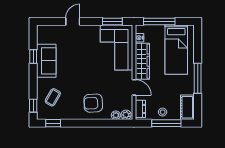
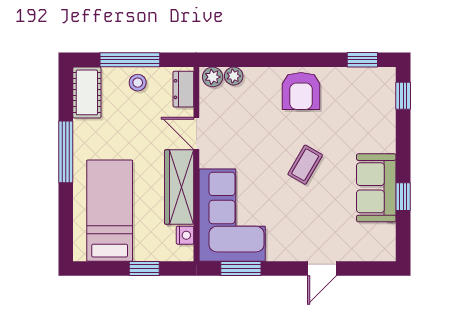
window: (159, 22) -> (144, 268), width x0.46
coffee table: (53, 97) -> (305, 165), moved
armchair: (93, 103) -> (301, 91), moved, turned 93

